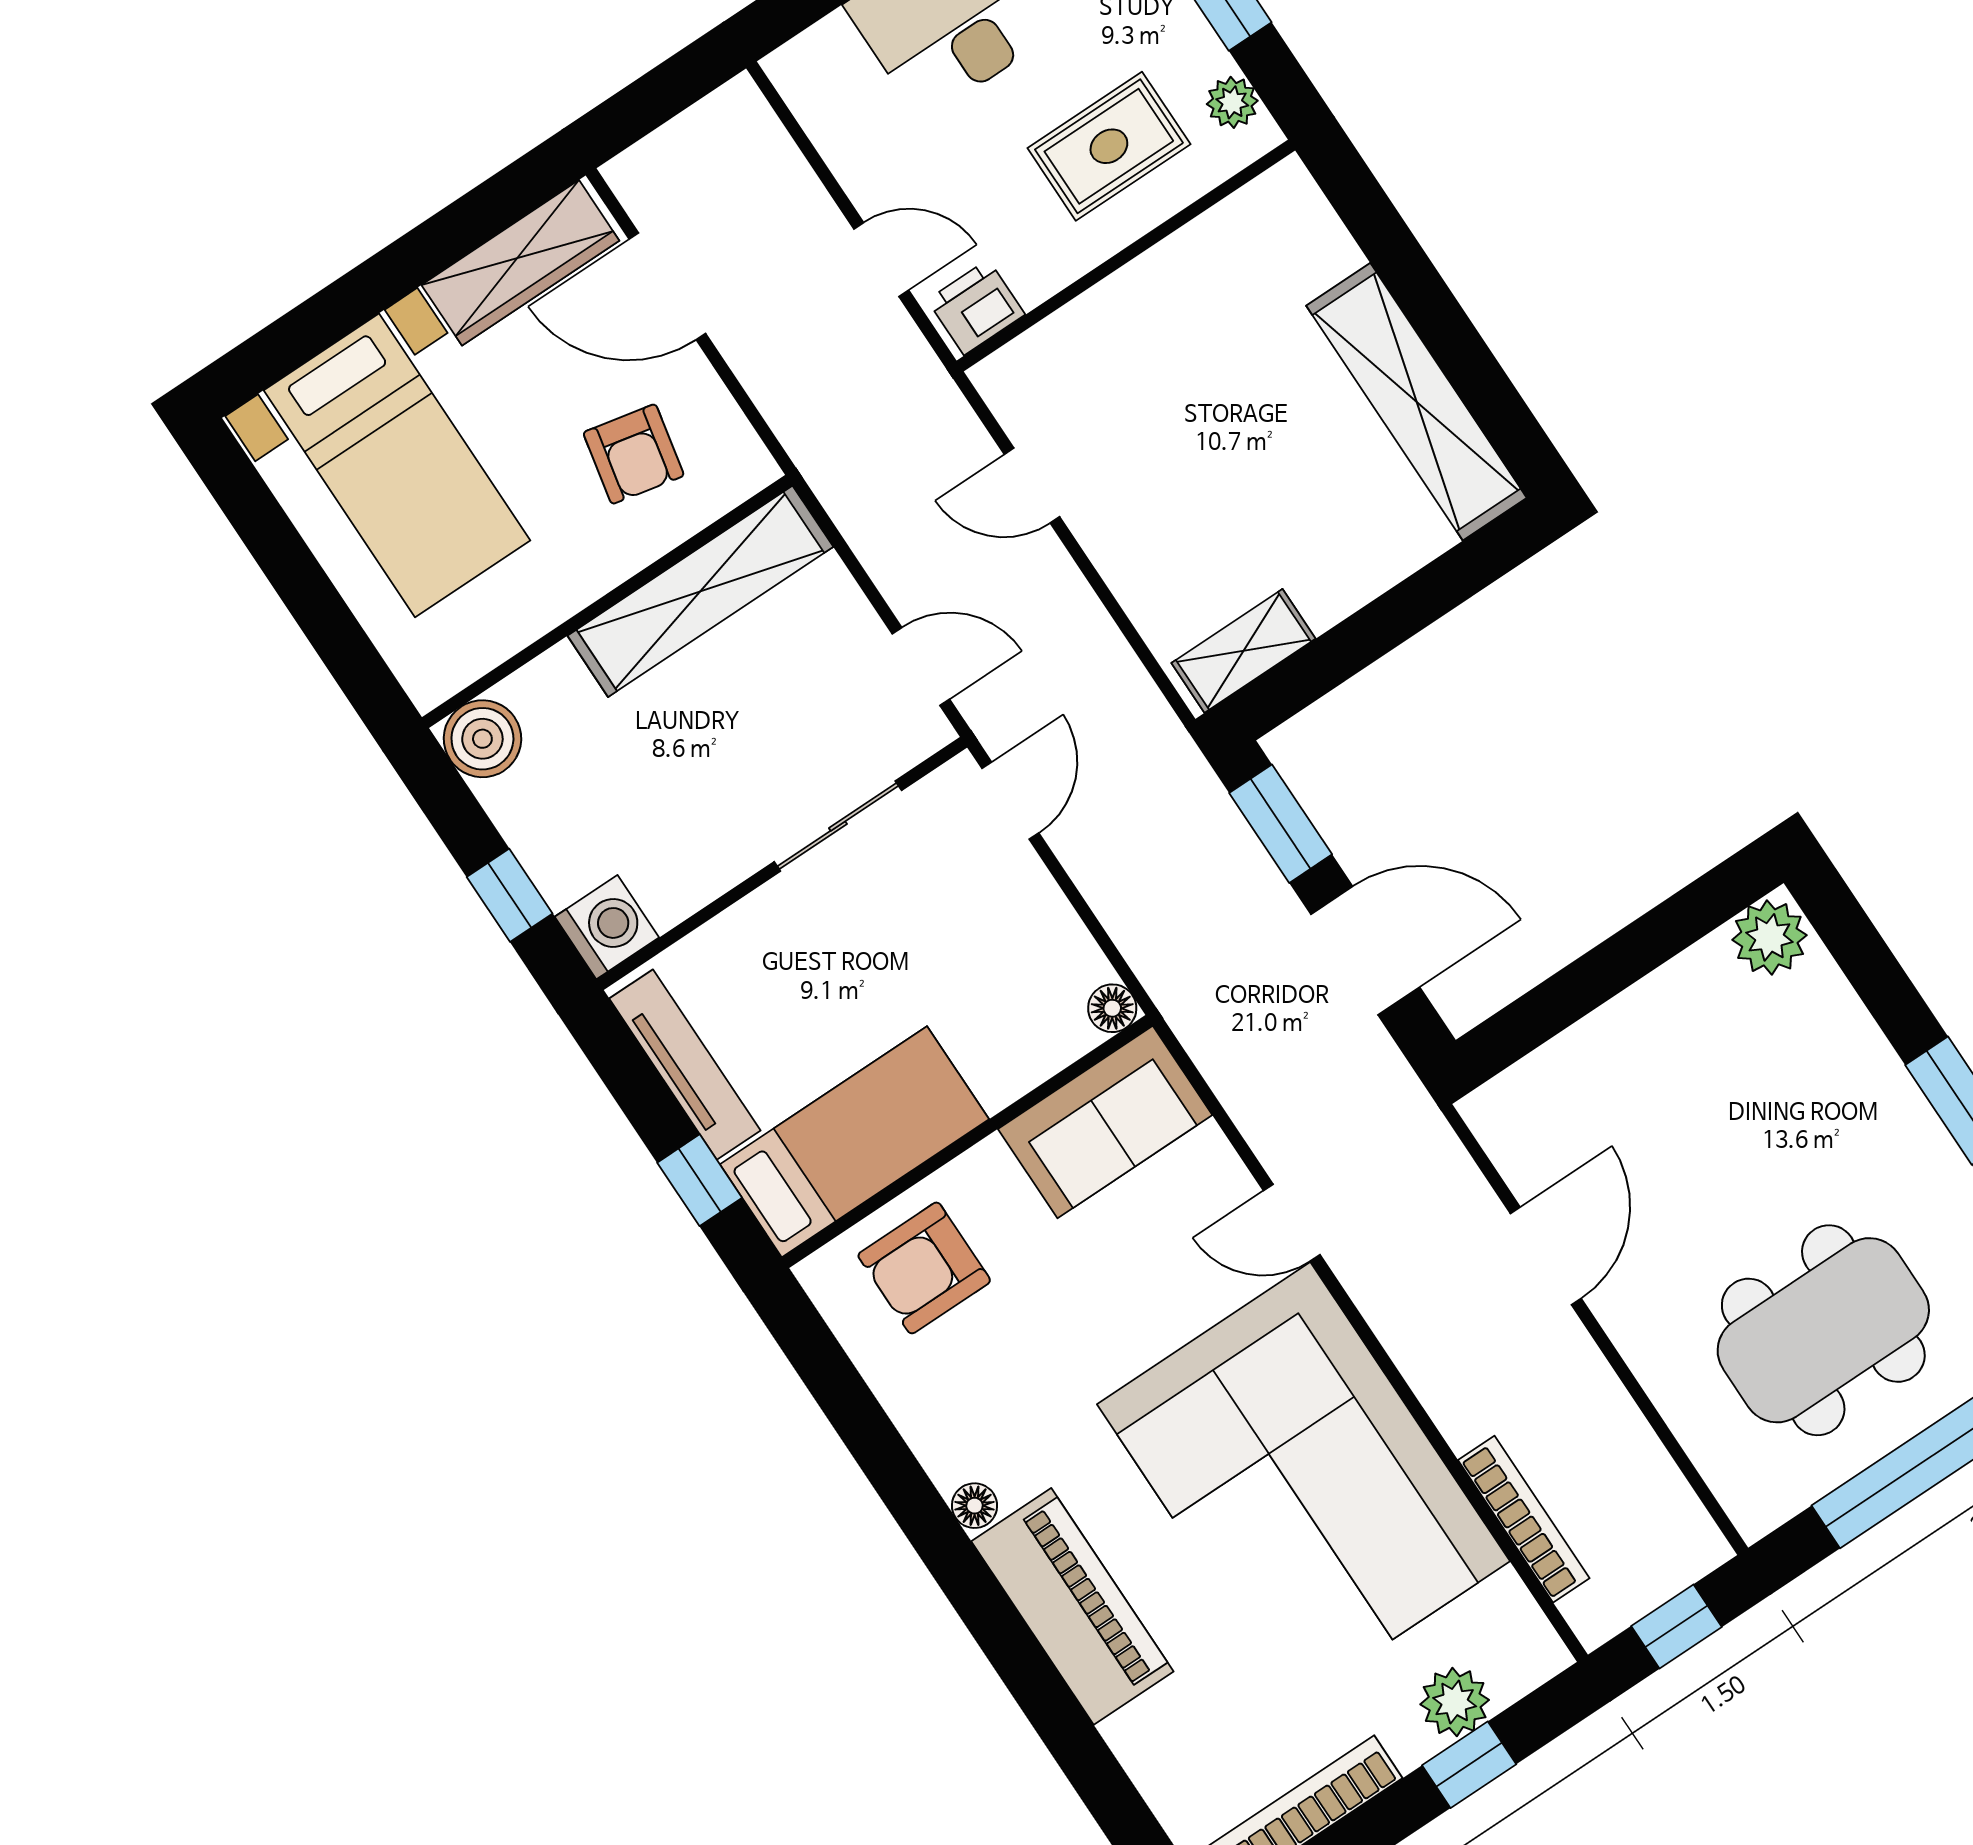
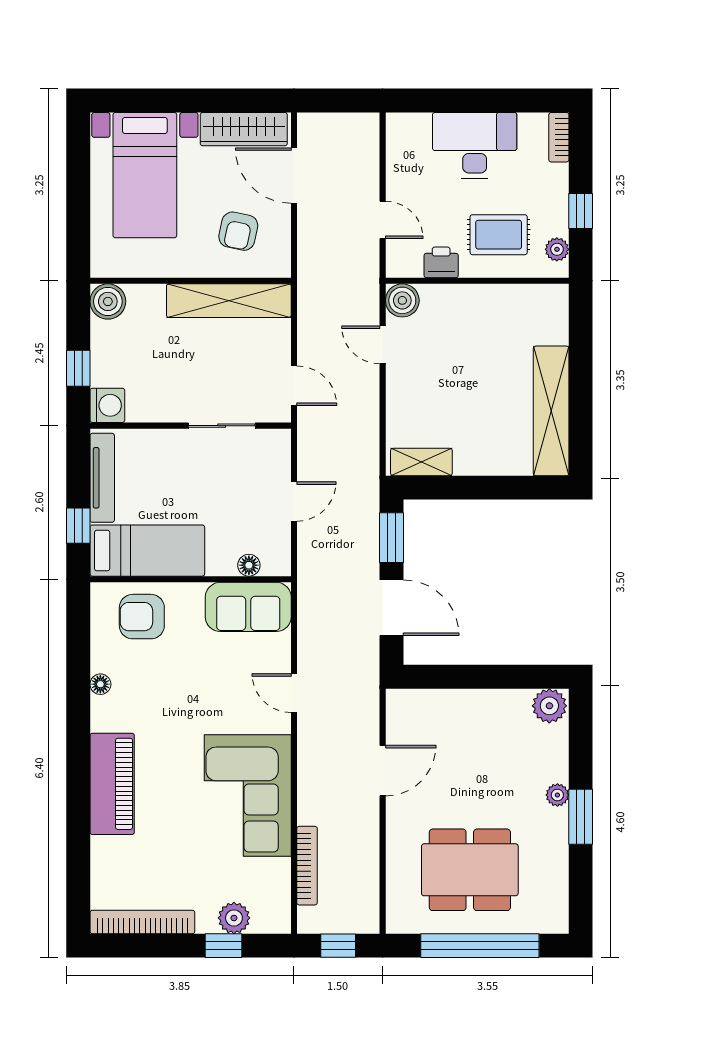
printer: (976, 307) -> (441, 262), moved
boiler: (1014, 381) -> (402, 300), added
door: (1010, 801) -> (294, 501), moved
floor lamp: (1112, 1008) -> (249, 565), moved
plant: (1891, 1089) -> (557, 795), added
corner sofa: (1303, 1483) -> (248, 796), width x0.73, depth x0.74
floor lamp: (975, 1506) -> (100, 684), moved

